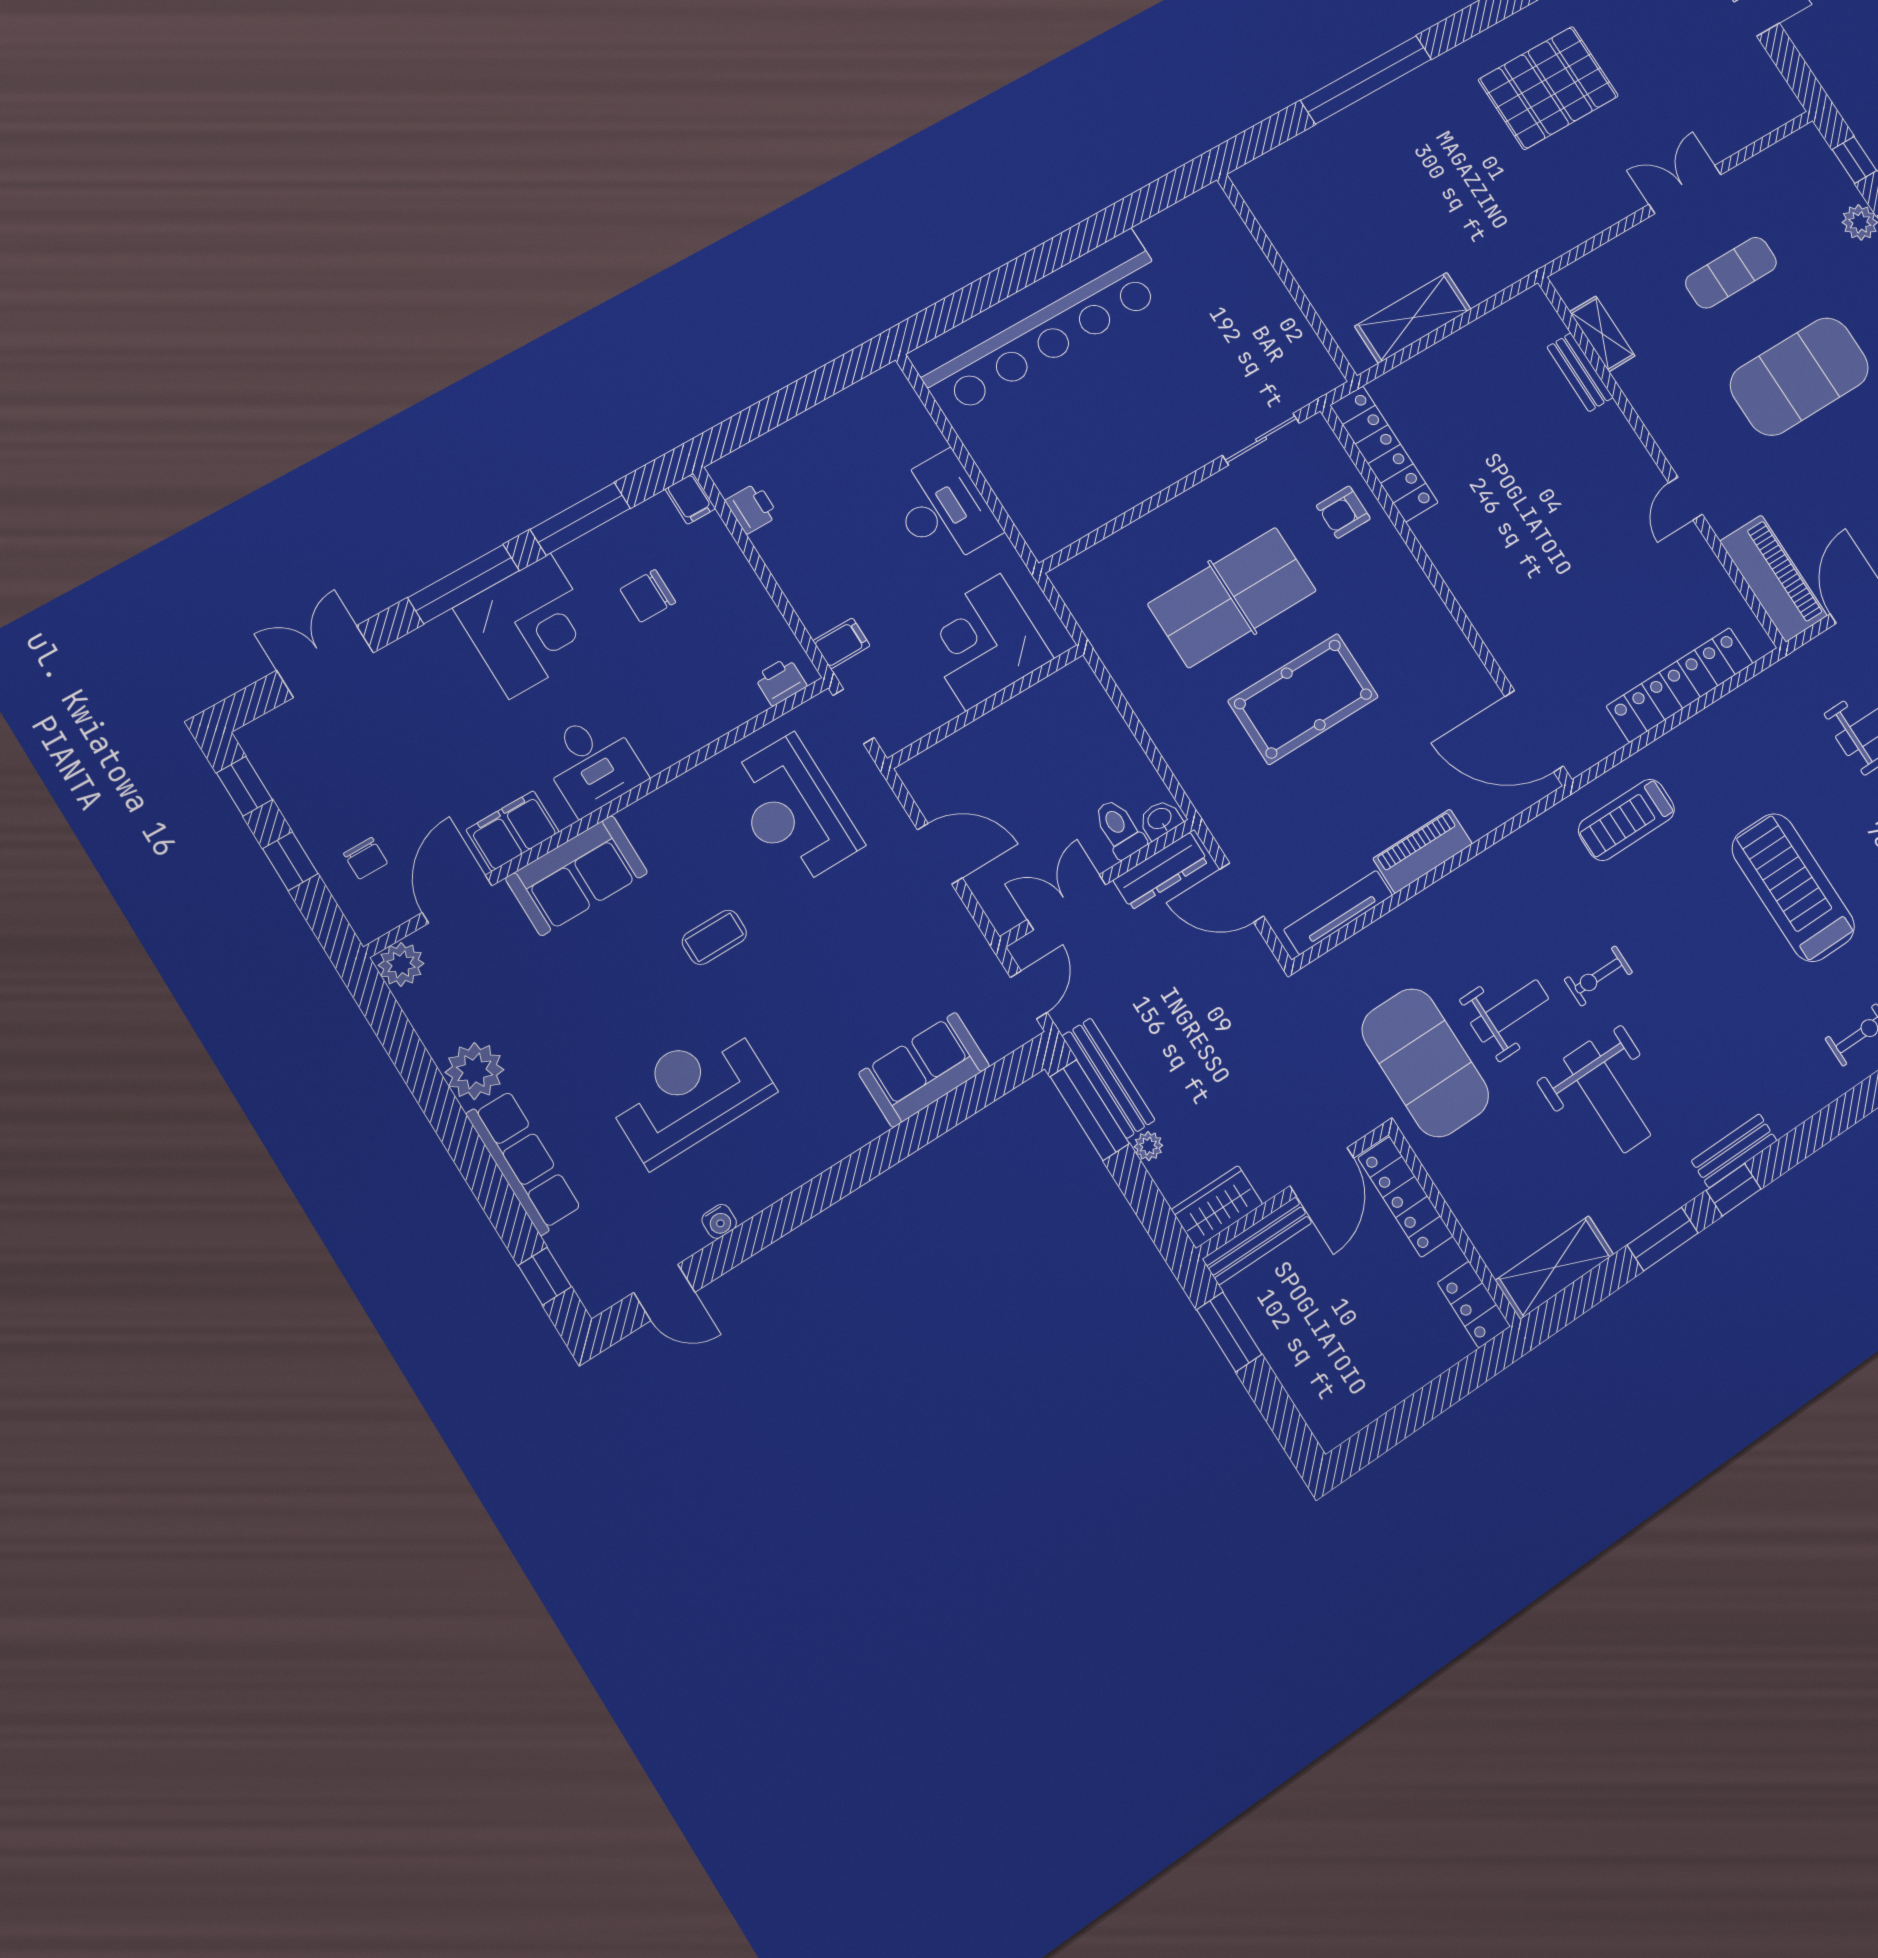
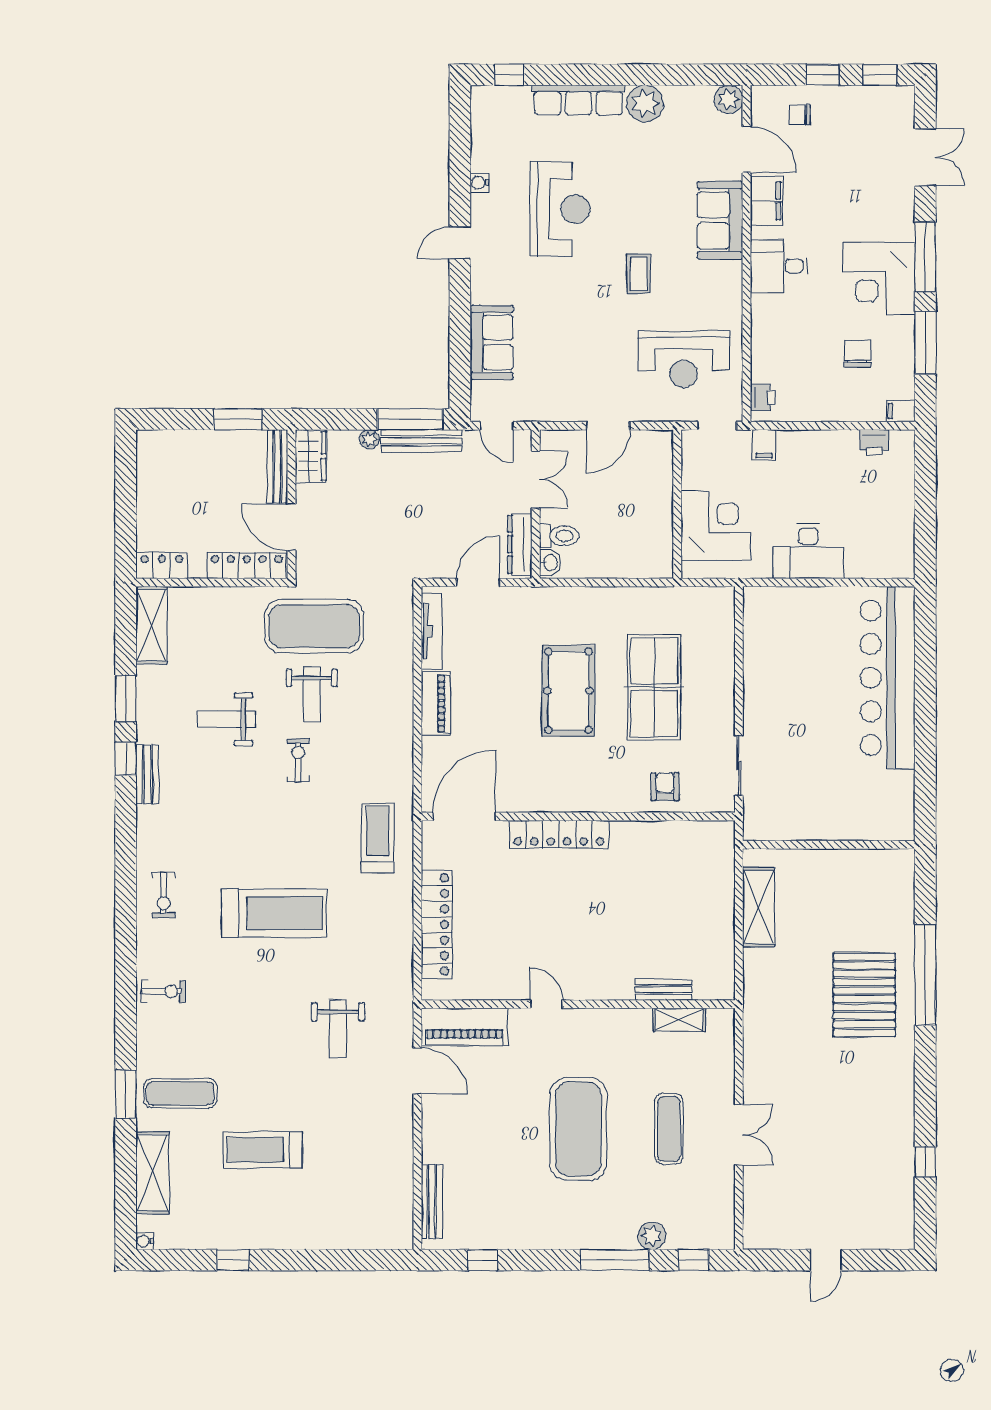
pallet: (1548, 88) -> (864, 995), moved
locker: (1384, 454) -> (559, 834), moved
reception desk: (793, 811) -> (684, 359), turned 180
weight bench: (1607, 1097) -> (226, 719), width x0.73, depth x0.75
door: (664, 1292) -> (460, 243), moved

